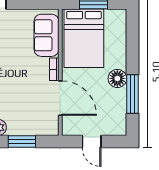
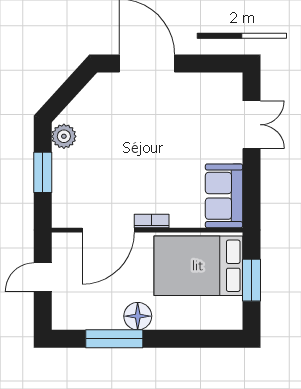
sofa: (46, 35) -> (224, 196), moved, turned -90

